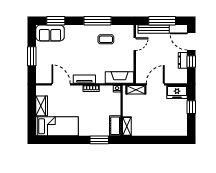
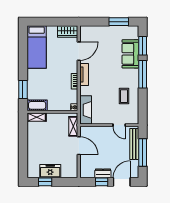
window: (97, 21) -> (143, 74), moved
sofa: (50, 33) -> (130, 54), moved
window: (32, 56) -> (119, 22), moved
freezer: (177, 92) -> (50, 171), moved, turned 90
wardrobe: (42, 106) -> (68, 32), moved
window: (191, 107) -> (45, 182), moved

